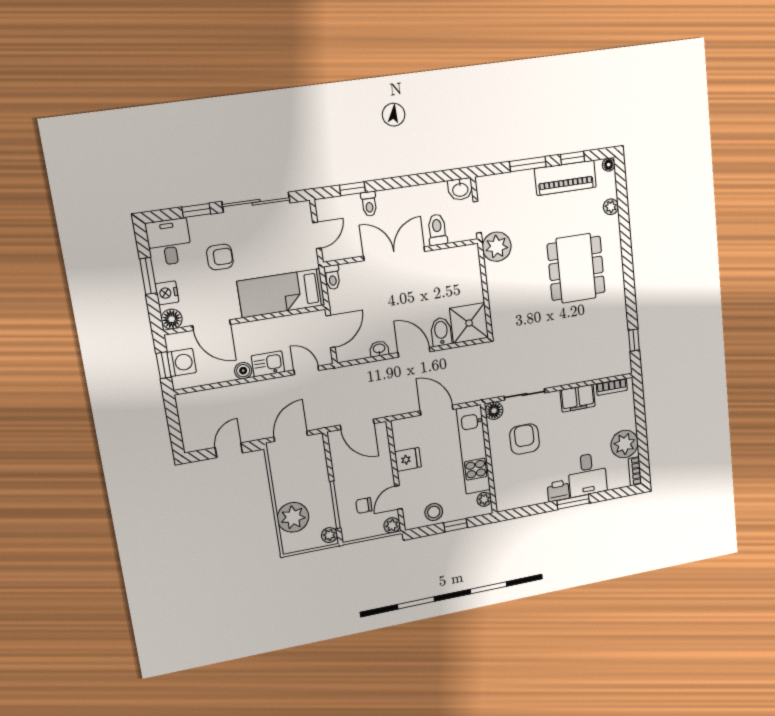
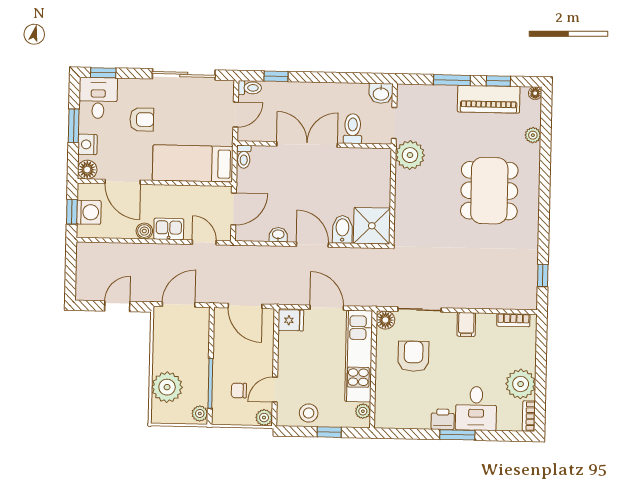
toilet: (369, 204) -> (250, 88), moved, turned -90
window: (196, 211) -> (103, 73), moved
filing cabinet: (578, 398) -> (466, 324), width x0.50
fridge: (408, 459) -> (291, 320), moved

